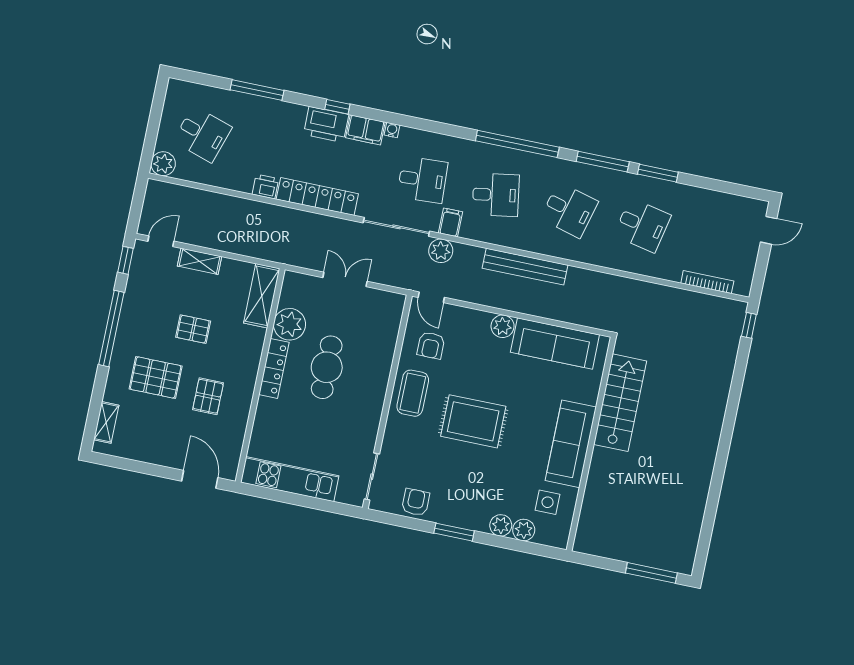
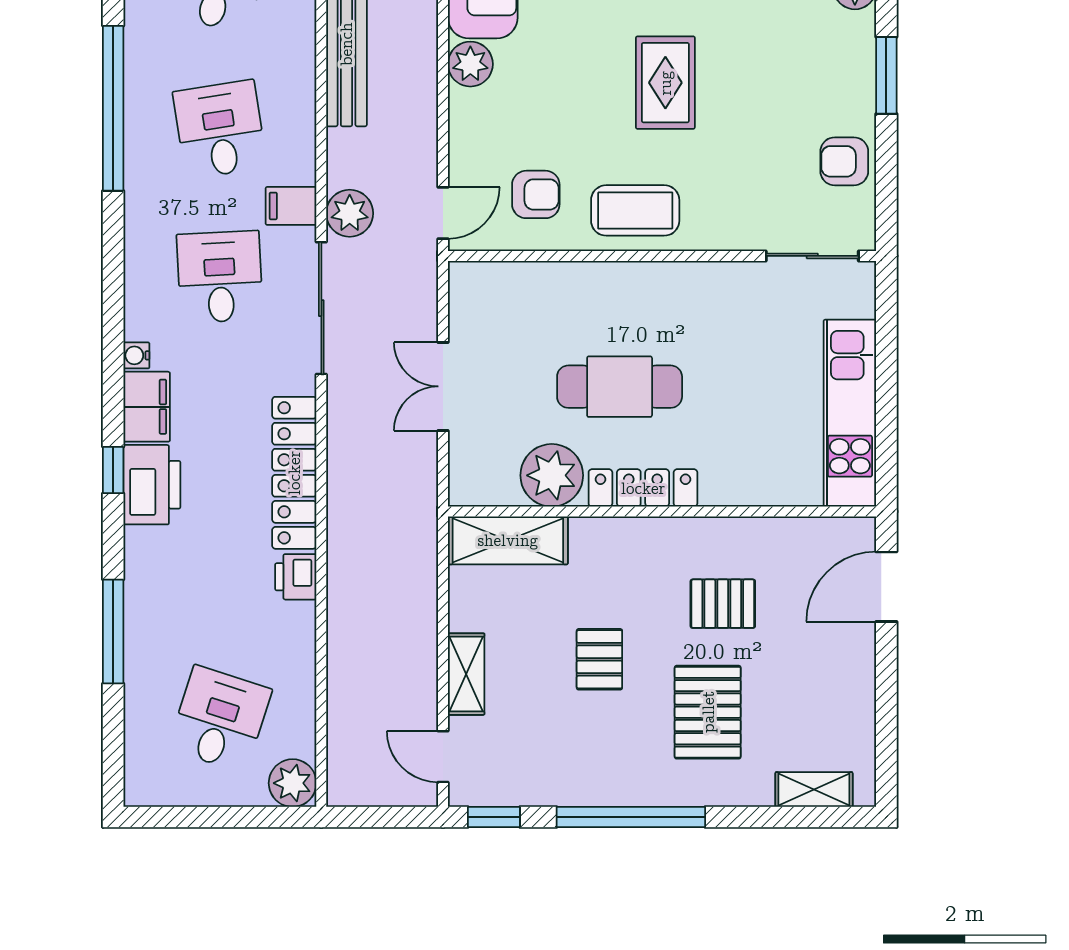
rug: (473, 421) -> (665, 83), width x0.73, depth x0.70

